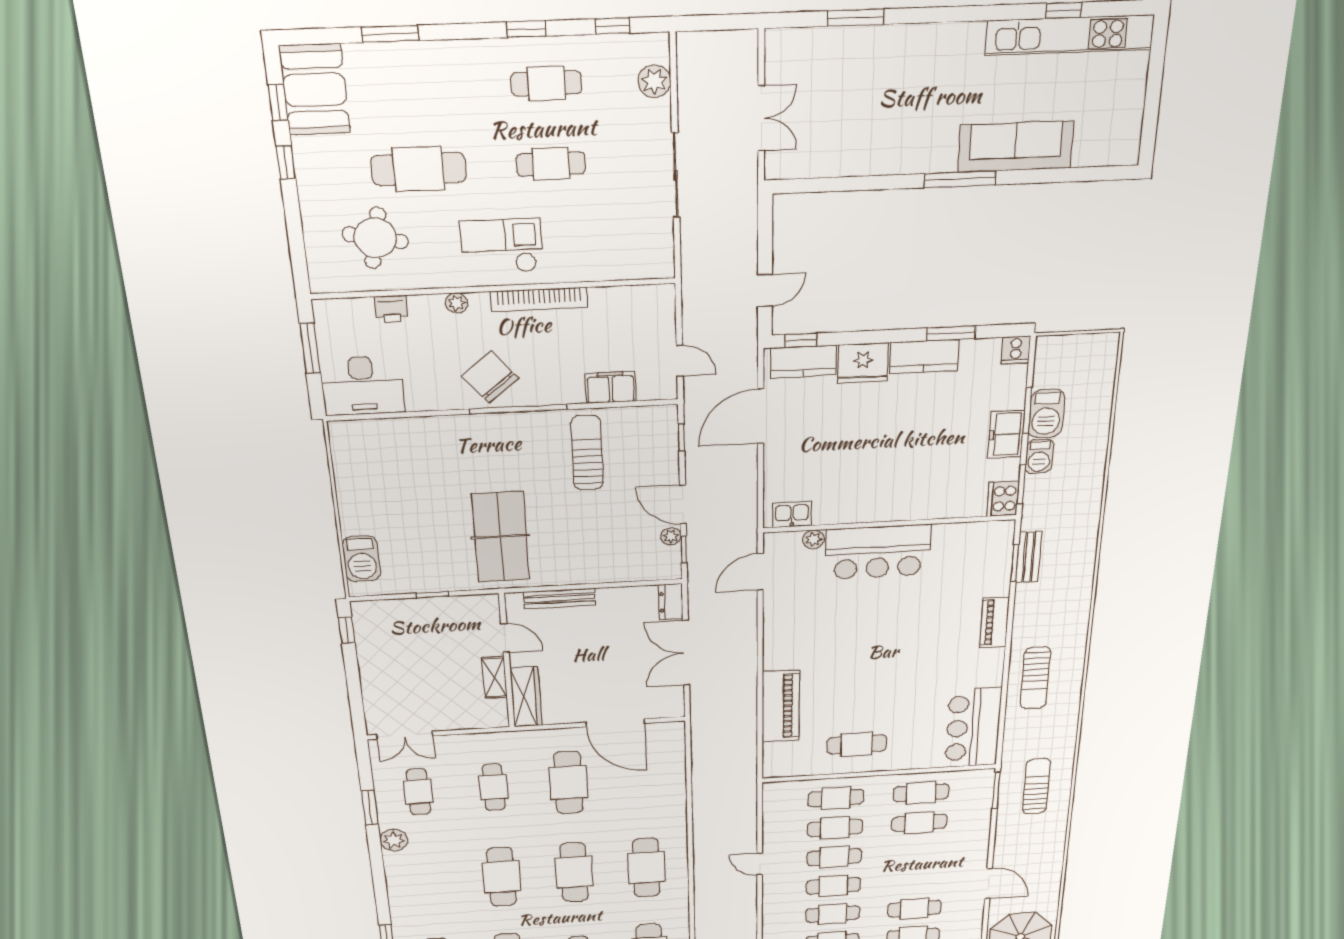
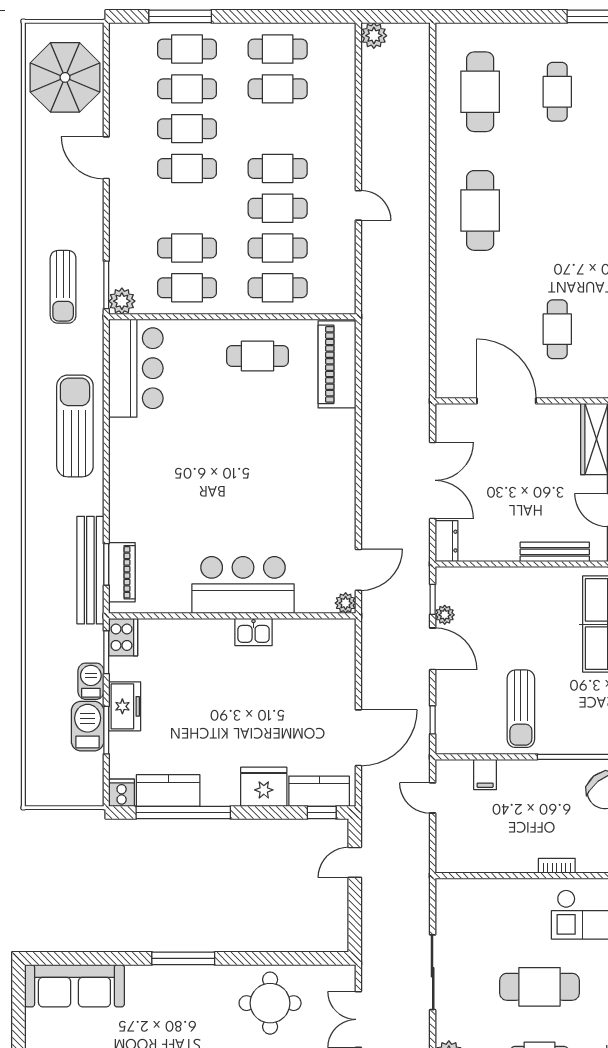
round table: (863, 133) -> (270, 1003), added
sofa: (1016, 147) -> (74, 986), moved
cafe table: (551, 164) -> (539, 987), width x1.37, depth x1.35
bookcase: (539, 299) -> (557, 866), width x0.43, depth x0.76
window: (951, 333) -> (183, 813), width x2.11
kitchen counter: (924, 357) -> (168, 790), moved
filing cabinet: (611, 387) -> (485, 775), width x0.50
kitchen sink: (792, 514) -> (254, 632), moved
plant: (814, 539) -> (346, 603), moved
bench: (1029, 557) -> (90, 570), width x1.86, depth x1.21
piano: (994, 622) -> (122, 572), moved
sun lounger: (1035, 678) -> (75, 426), width x1.36, depth x1.34
piano: (781, 706) -> (337, 364), moved
plant: (982, 779) -> (122, 301), added
cafe table: (568, 783) -> (557, 329), width x0.73, depth x0.74
cafe table: (574, 872) -> (557, 210), removed
cafe table: (833, 914) -> (187, 168), moved

